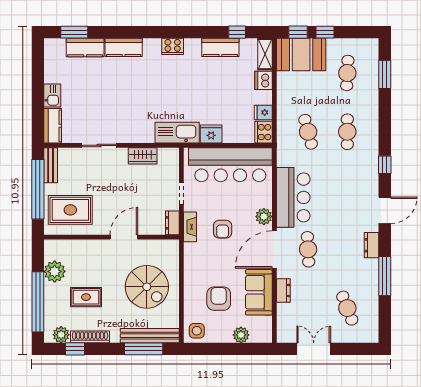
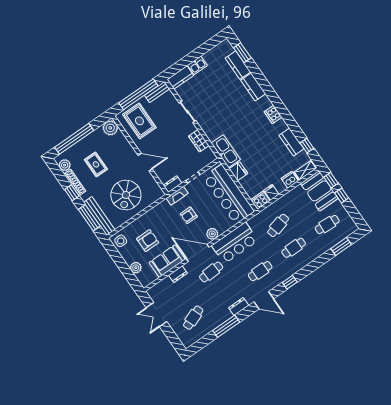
cafe table: (347, 191) -> (260, 271), added
plant: (55, 271) -> (110, 128), moved
window: (75, 349) -> (72, 193), moved
double door: (314, 349) -> (157, 315), swing flipped

